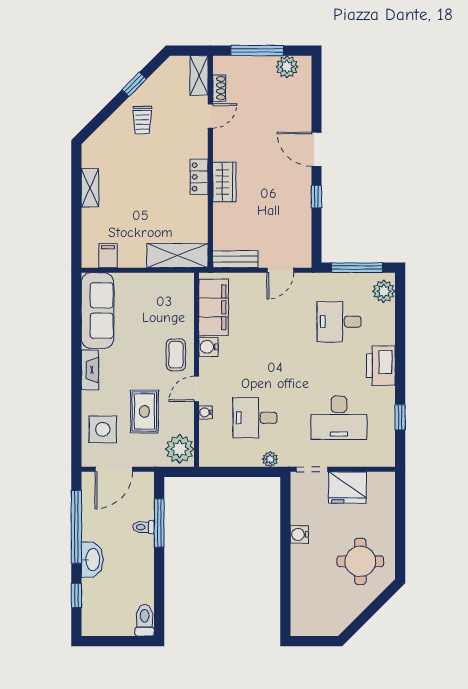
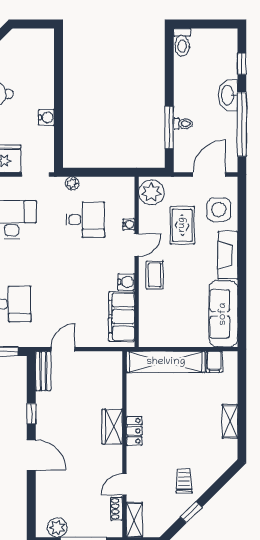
shelving: (178, 256) -> (166, 362), width x1.47
bench: (235, 259) -> (43, 371), moved, turned 90
fireplace: (90, 370) -> (228, 255), width x1.37, depth x1.32

